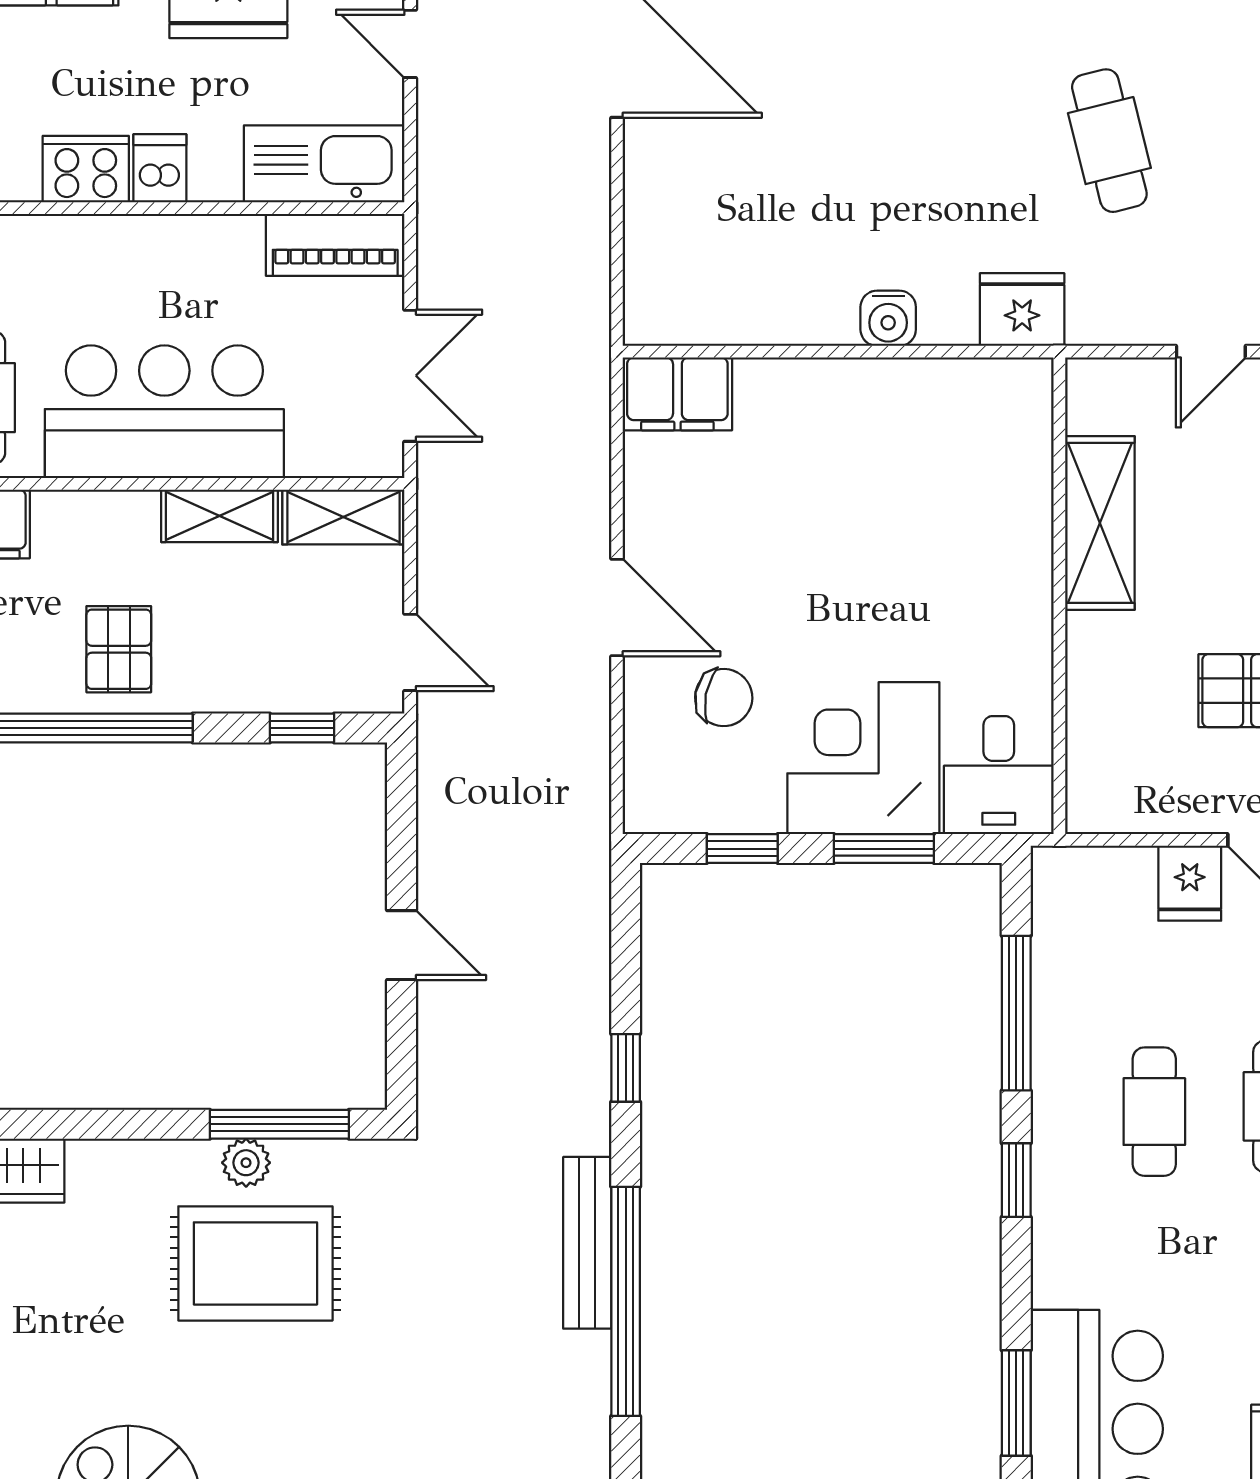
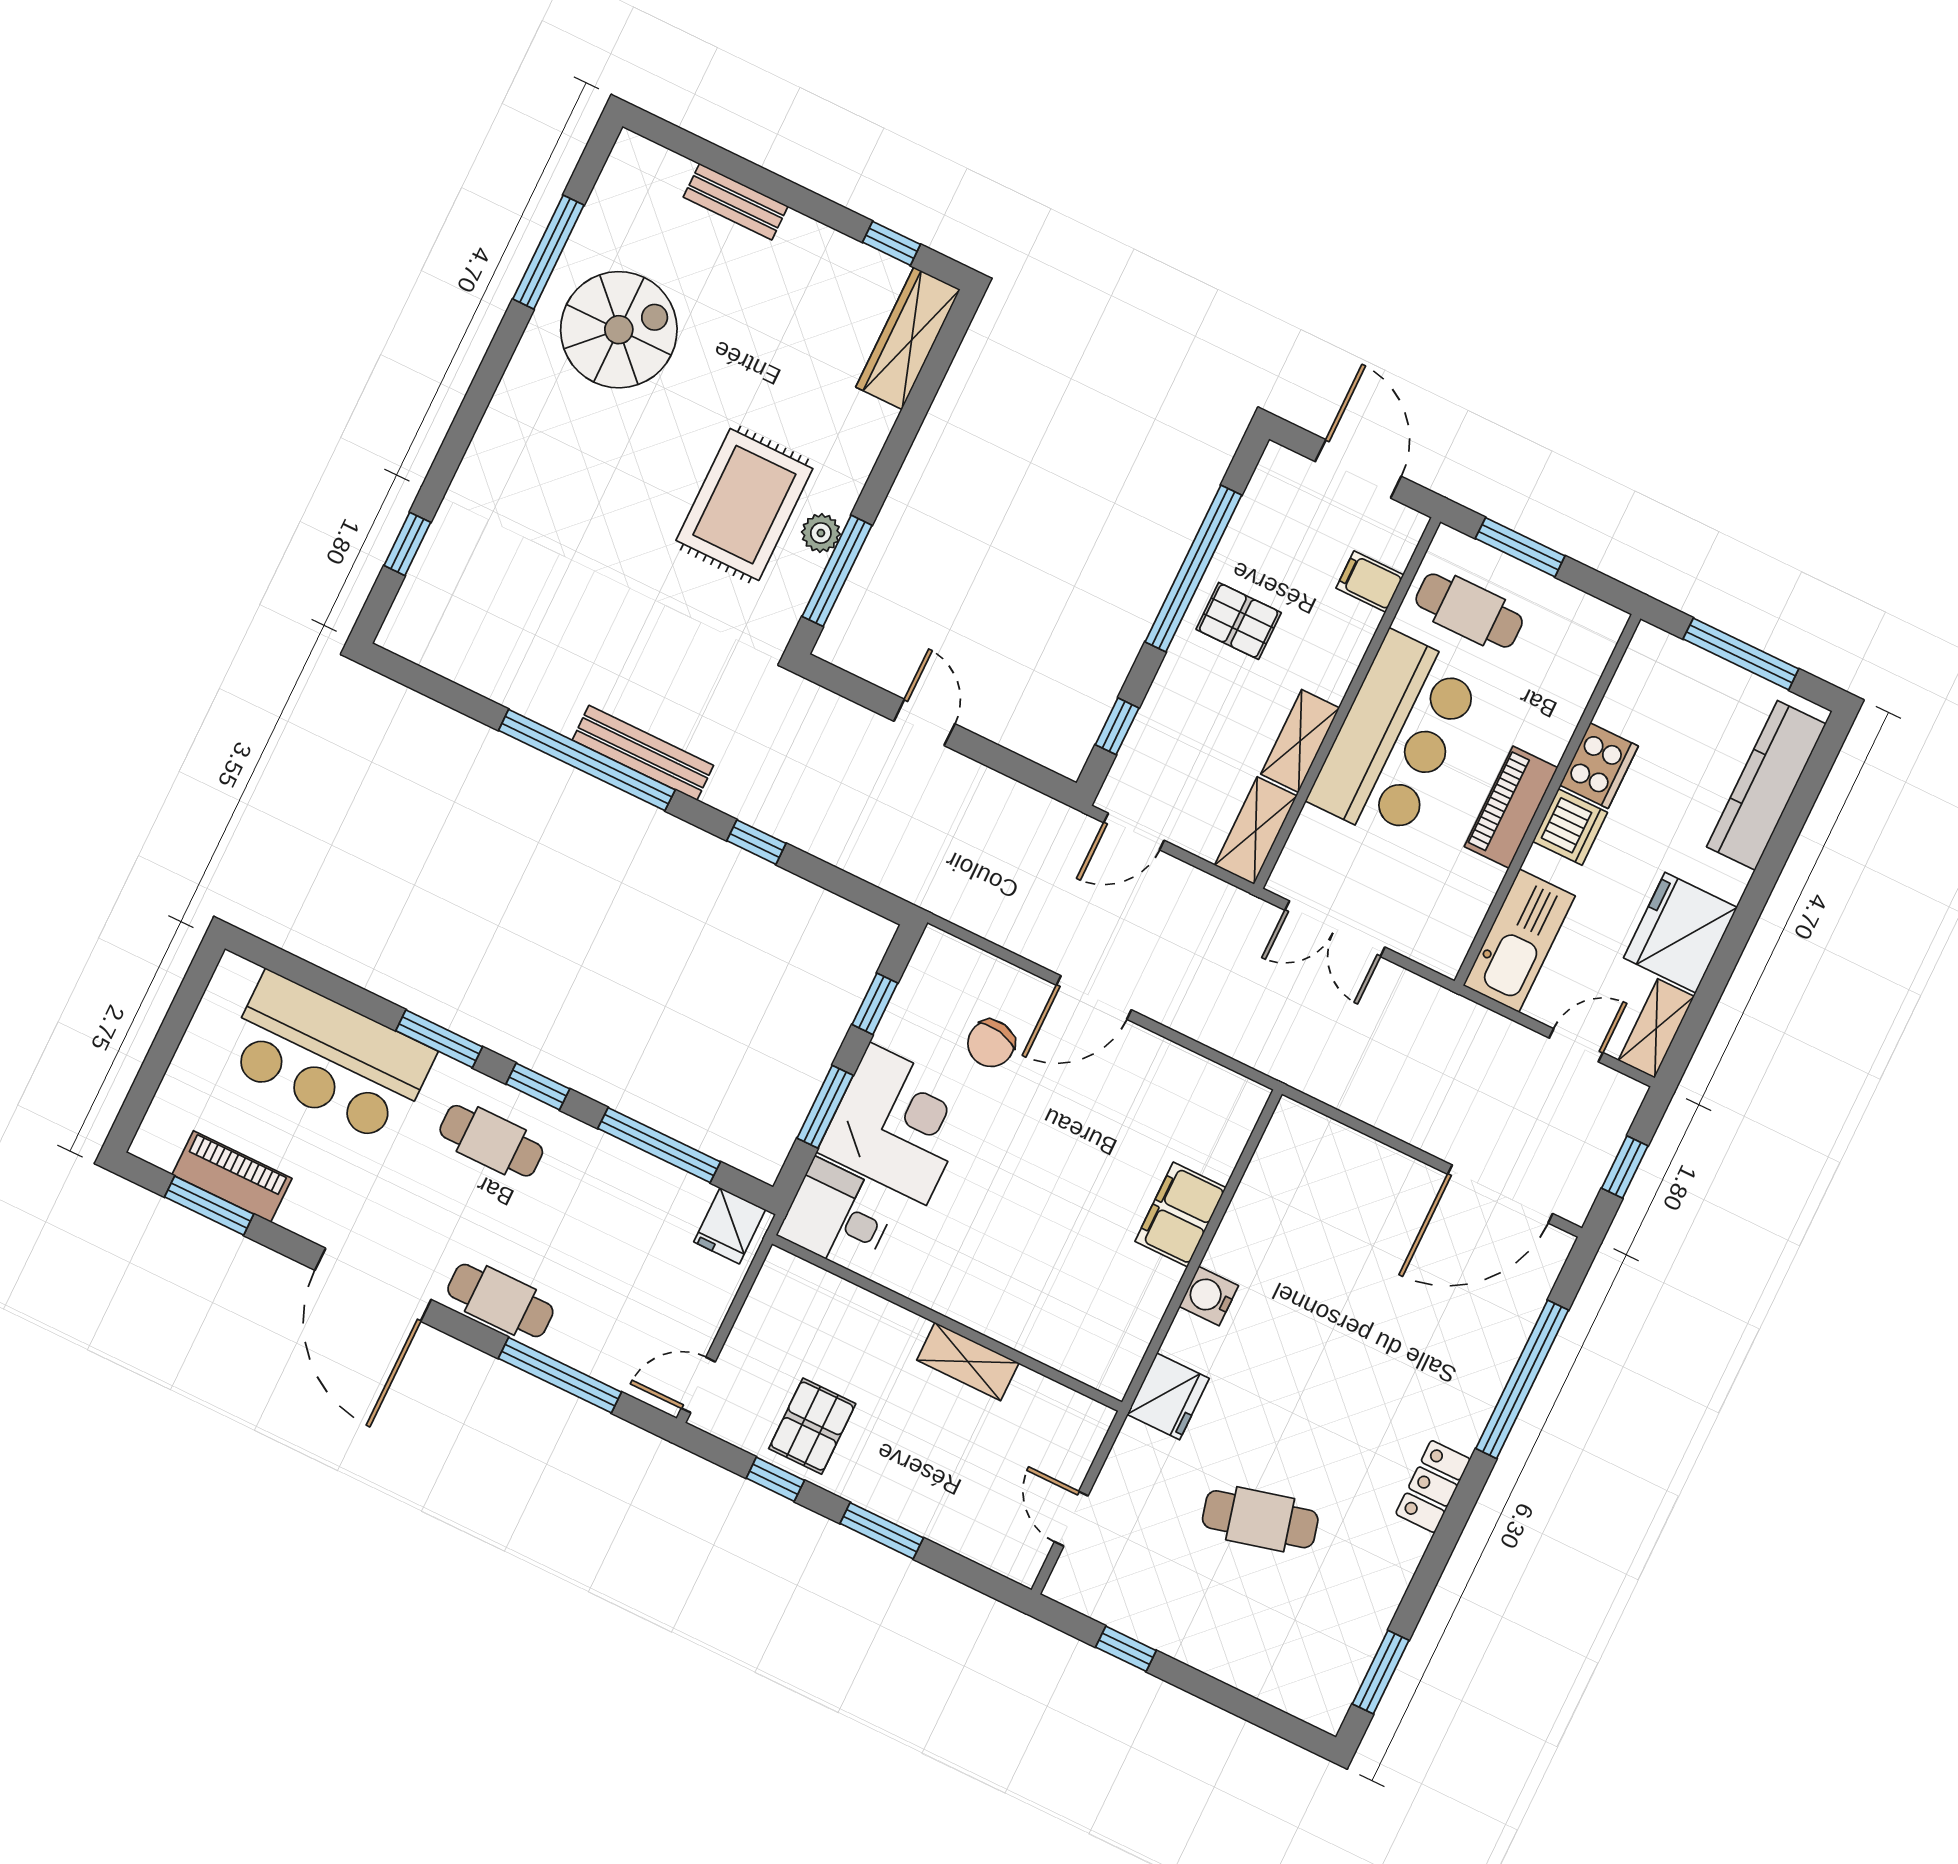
dishwasher: (160, 168) -> (1570, 827), width x1.38
piano: (335, 245) -> (1511, 807), moved
filing cabinet: (677, 394) -> (1180, 1215), moved
shelving: (1100, 523) -> (968, 1361), width x0.67, depth x0.75
fridge: (1190, 883) -> (730, 1226), moved, turned -90
door: (402, 945) -> (924, 722), swing flipped
cafe table: (1154, 1112) -> (491, 1141), moved
window: (1016, 1403) -> (439, 1039), moved

